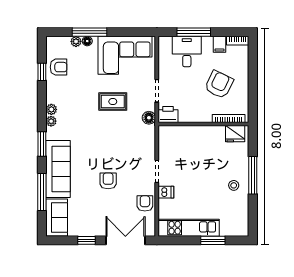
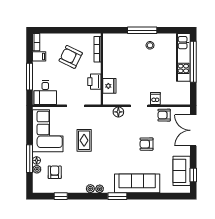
desk: (187, 52) -> (45, 93), moved, turned -90
armchair: (59, 67) -> (55, 172), moved
printer: (168, 115) -> (94, 82), moved
floor lamp: (149, 118) -> (118, 112), moved
fridge: (235, 134) -> (109, 86), moved
window: (42, 192) -> (155, 196), removed
sofa: (57, 217) -> (182, 171), moved, turned -90
kitchen unit: (189, 228) -> (183, 57), moved
window: (86, 240) -> (193, 175), moved
window: (213, 240) -> (193, 62), width x2.11

